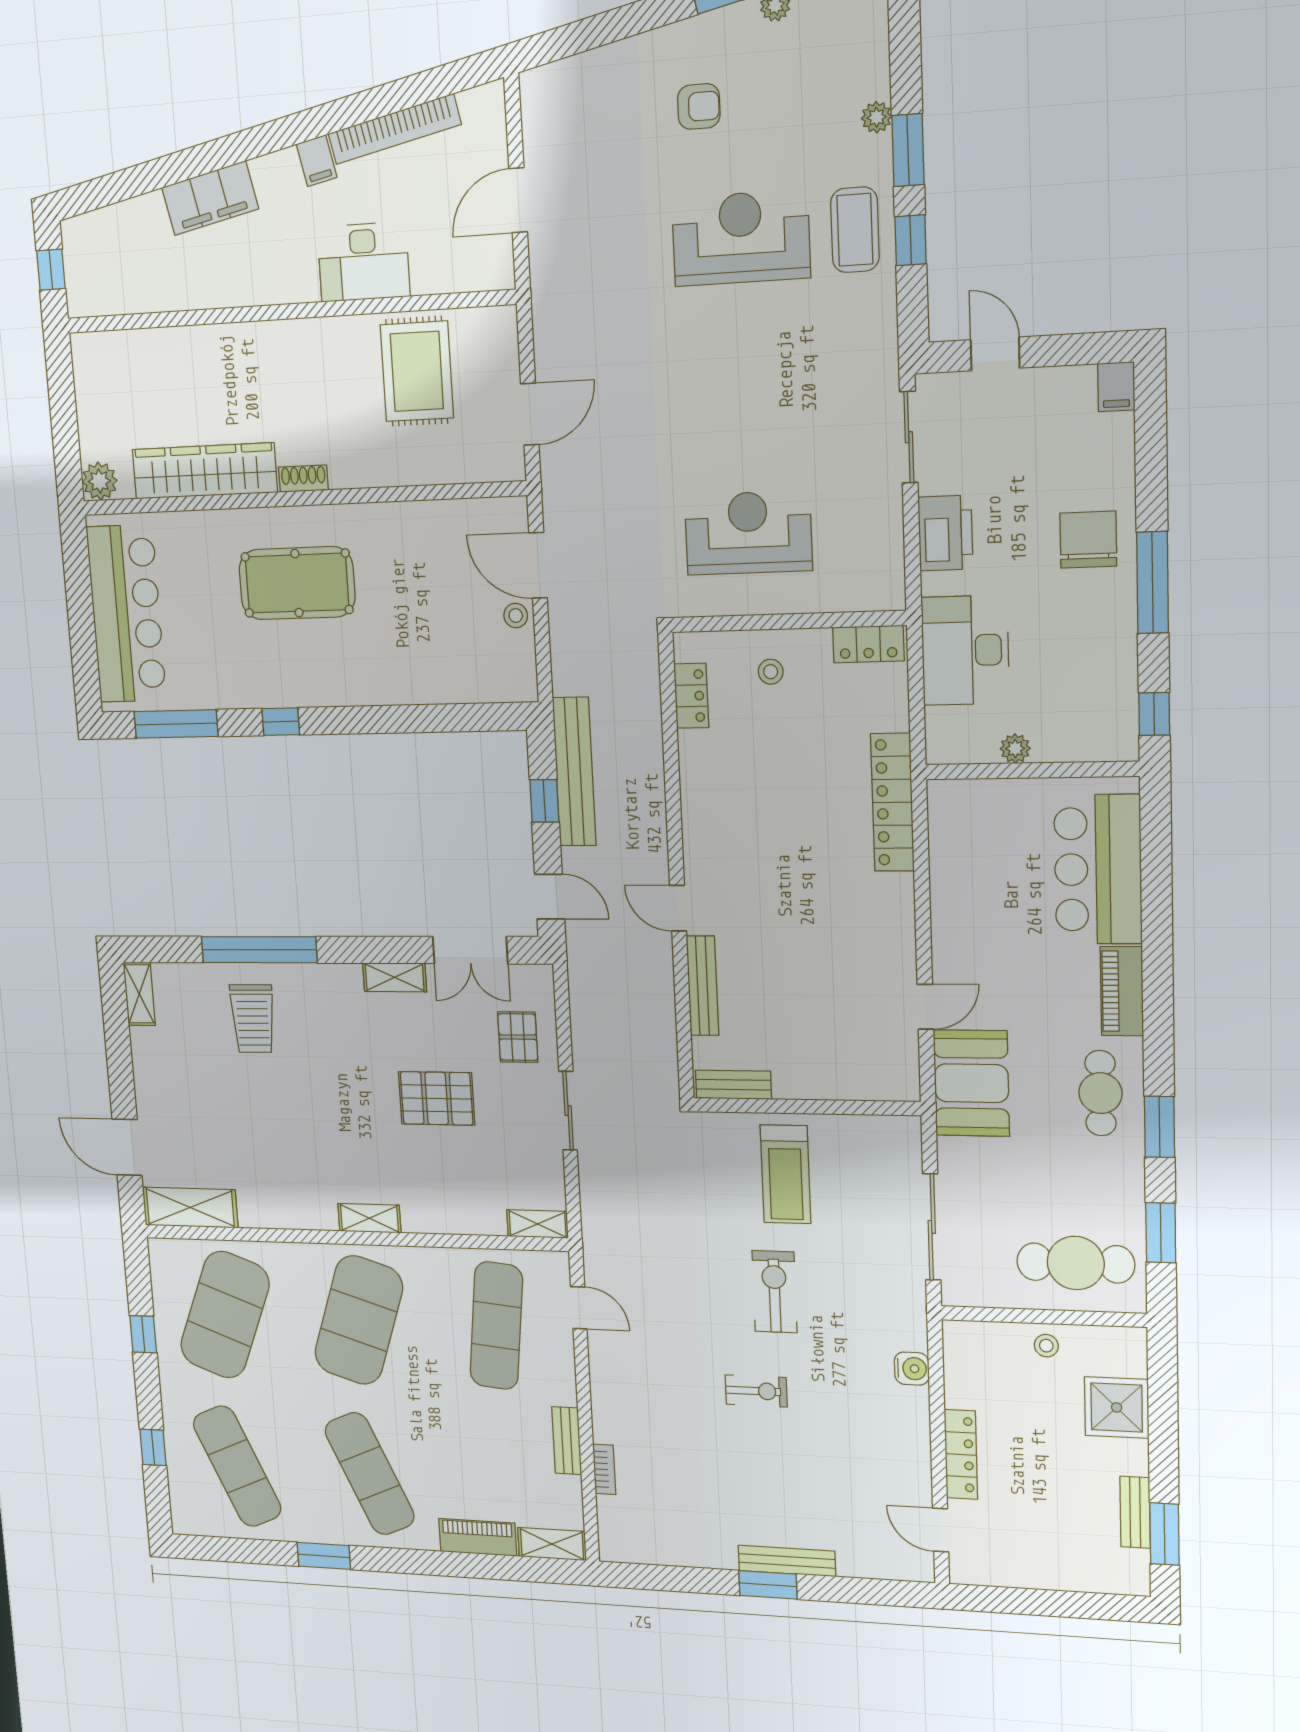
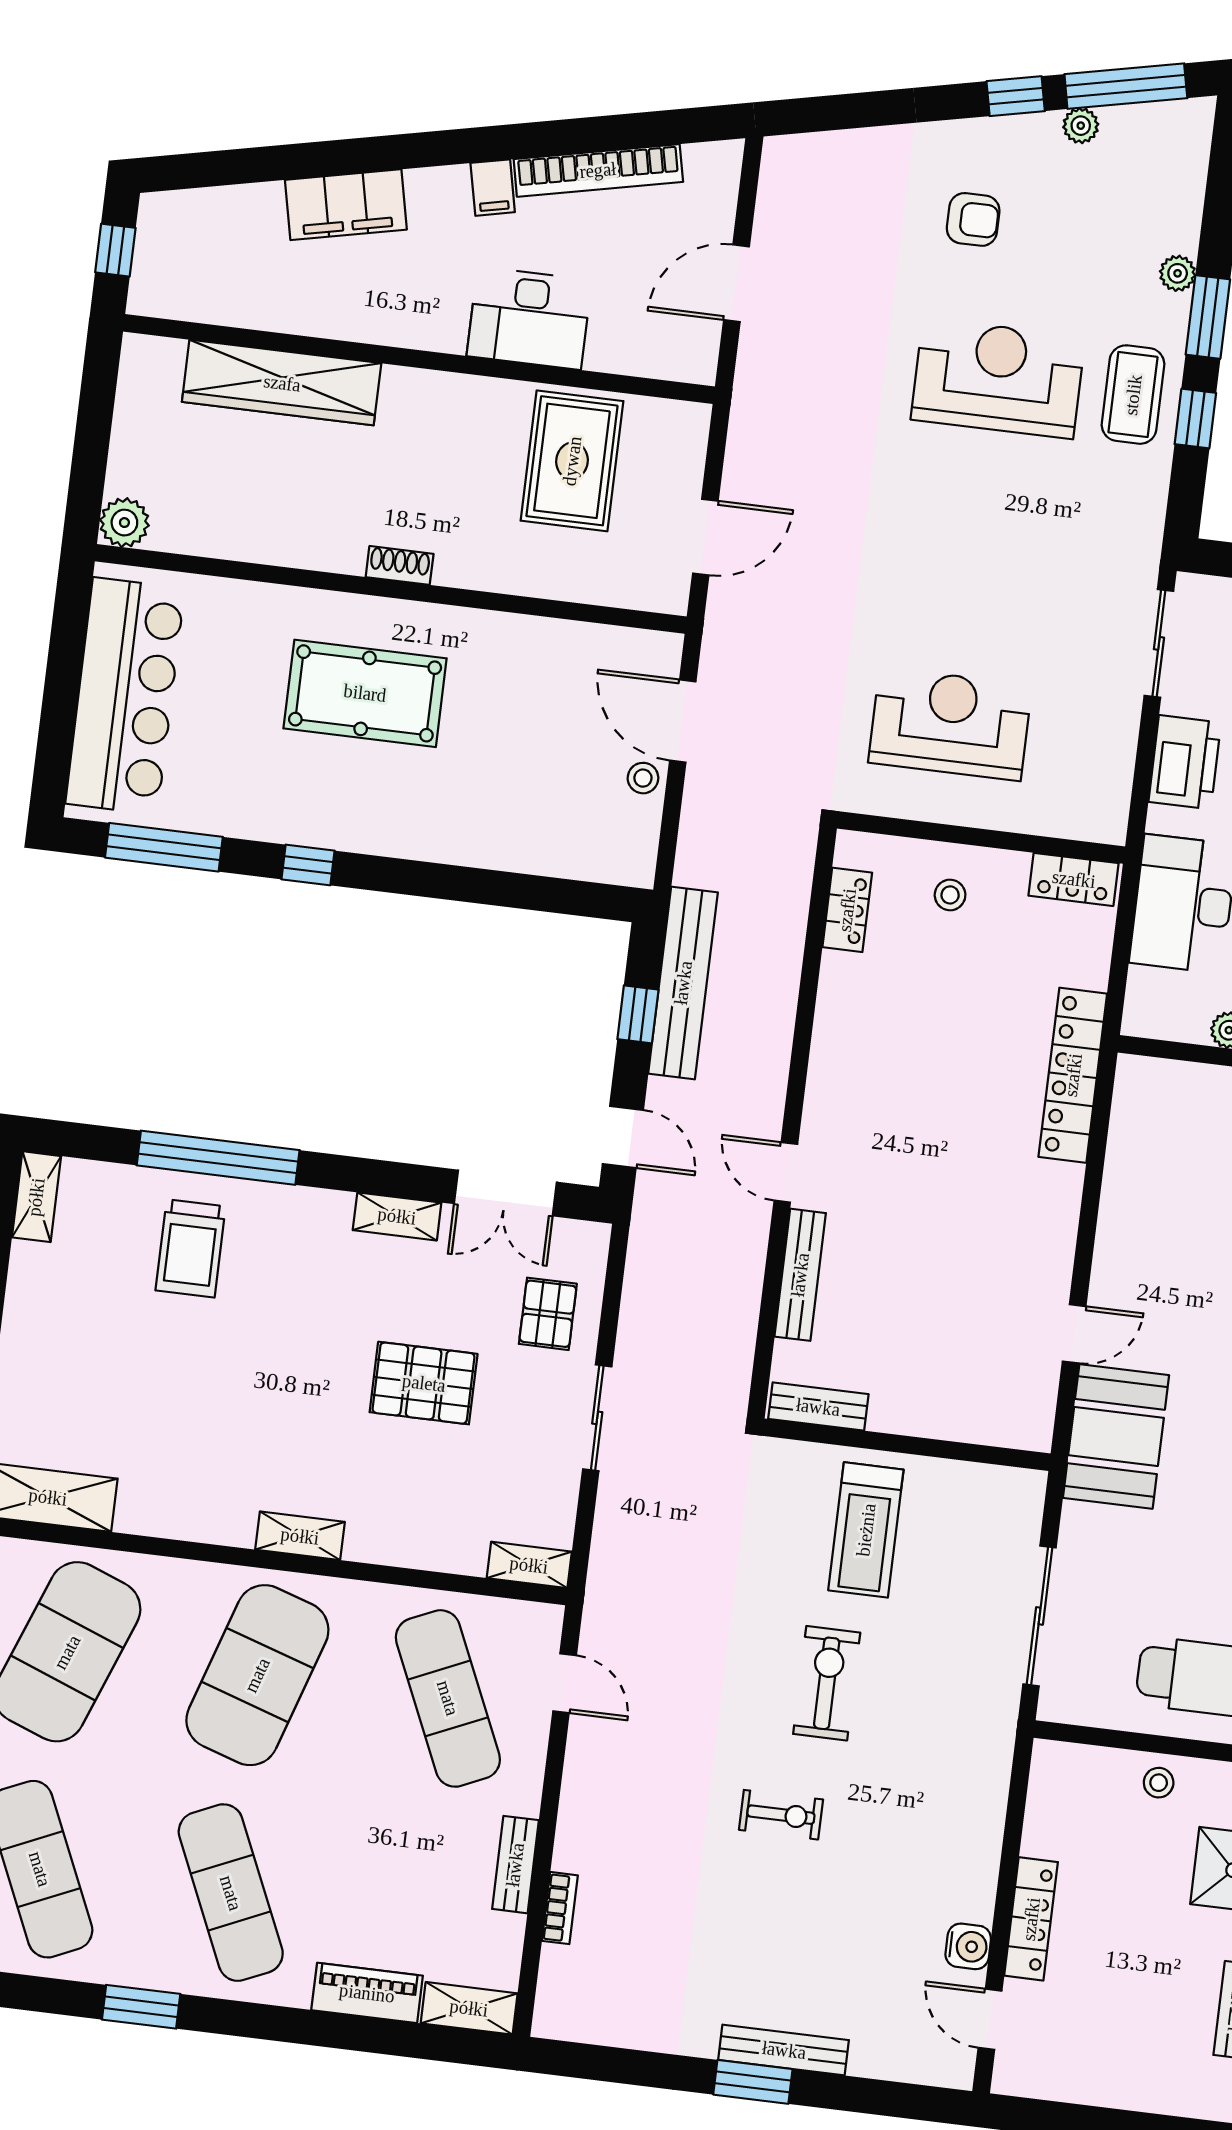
wardrobe: (205, 471) -> (282, 383), moved, turned 180
exercise mat: (496, 1326) -> (448, 1698), turned -30
water cooler: (912, 1369) -> (968, 1946), moved

